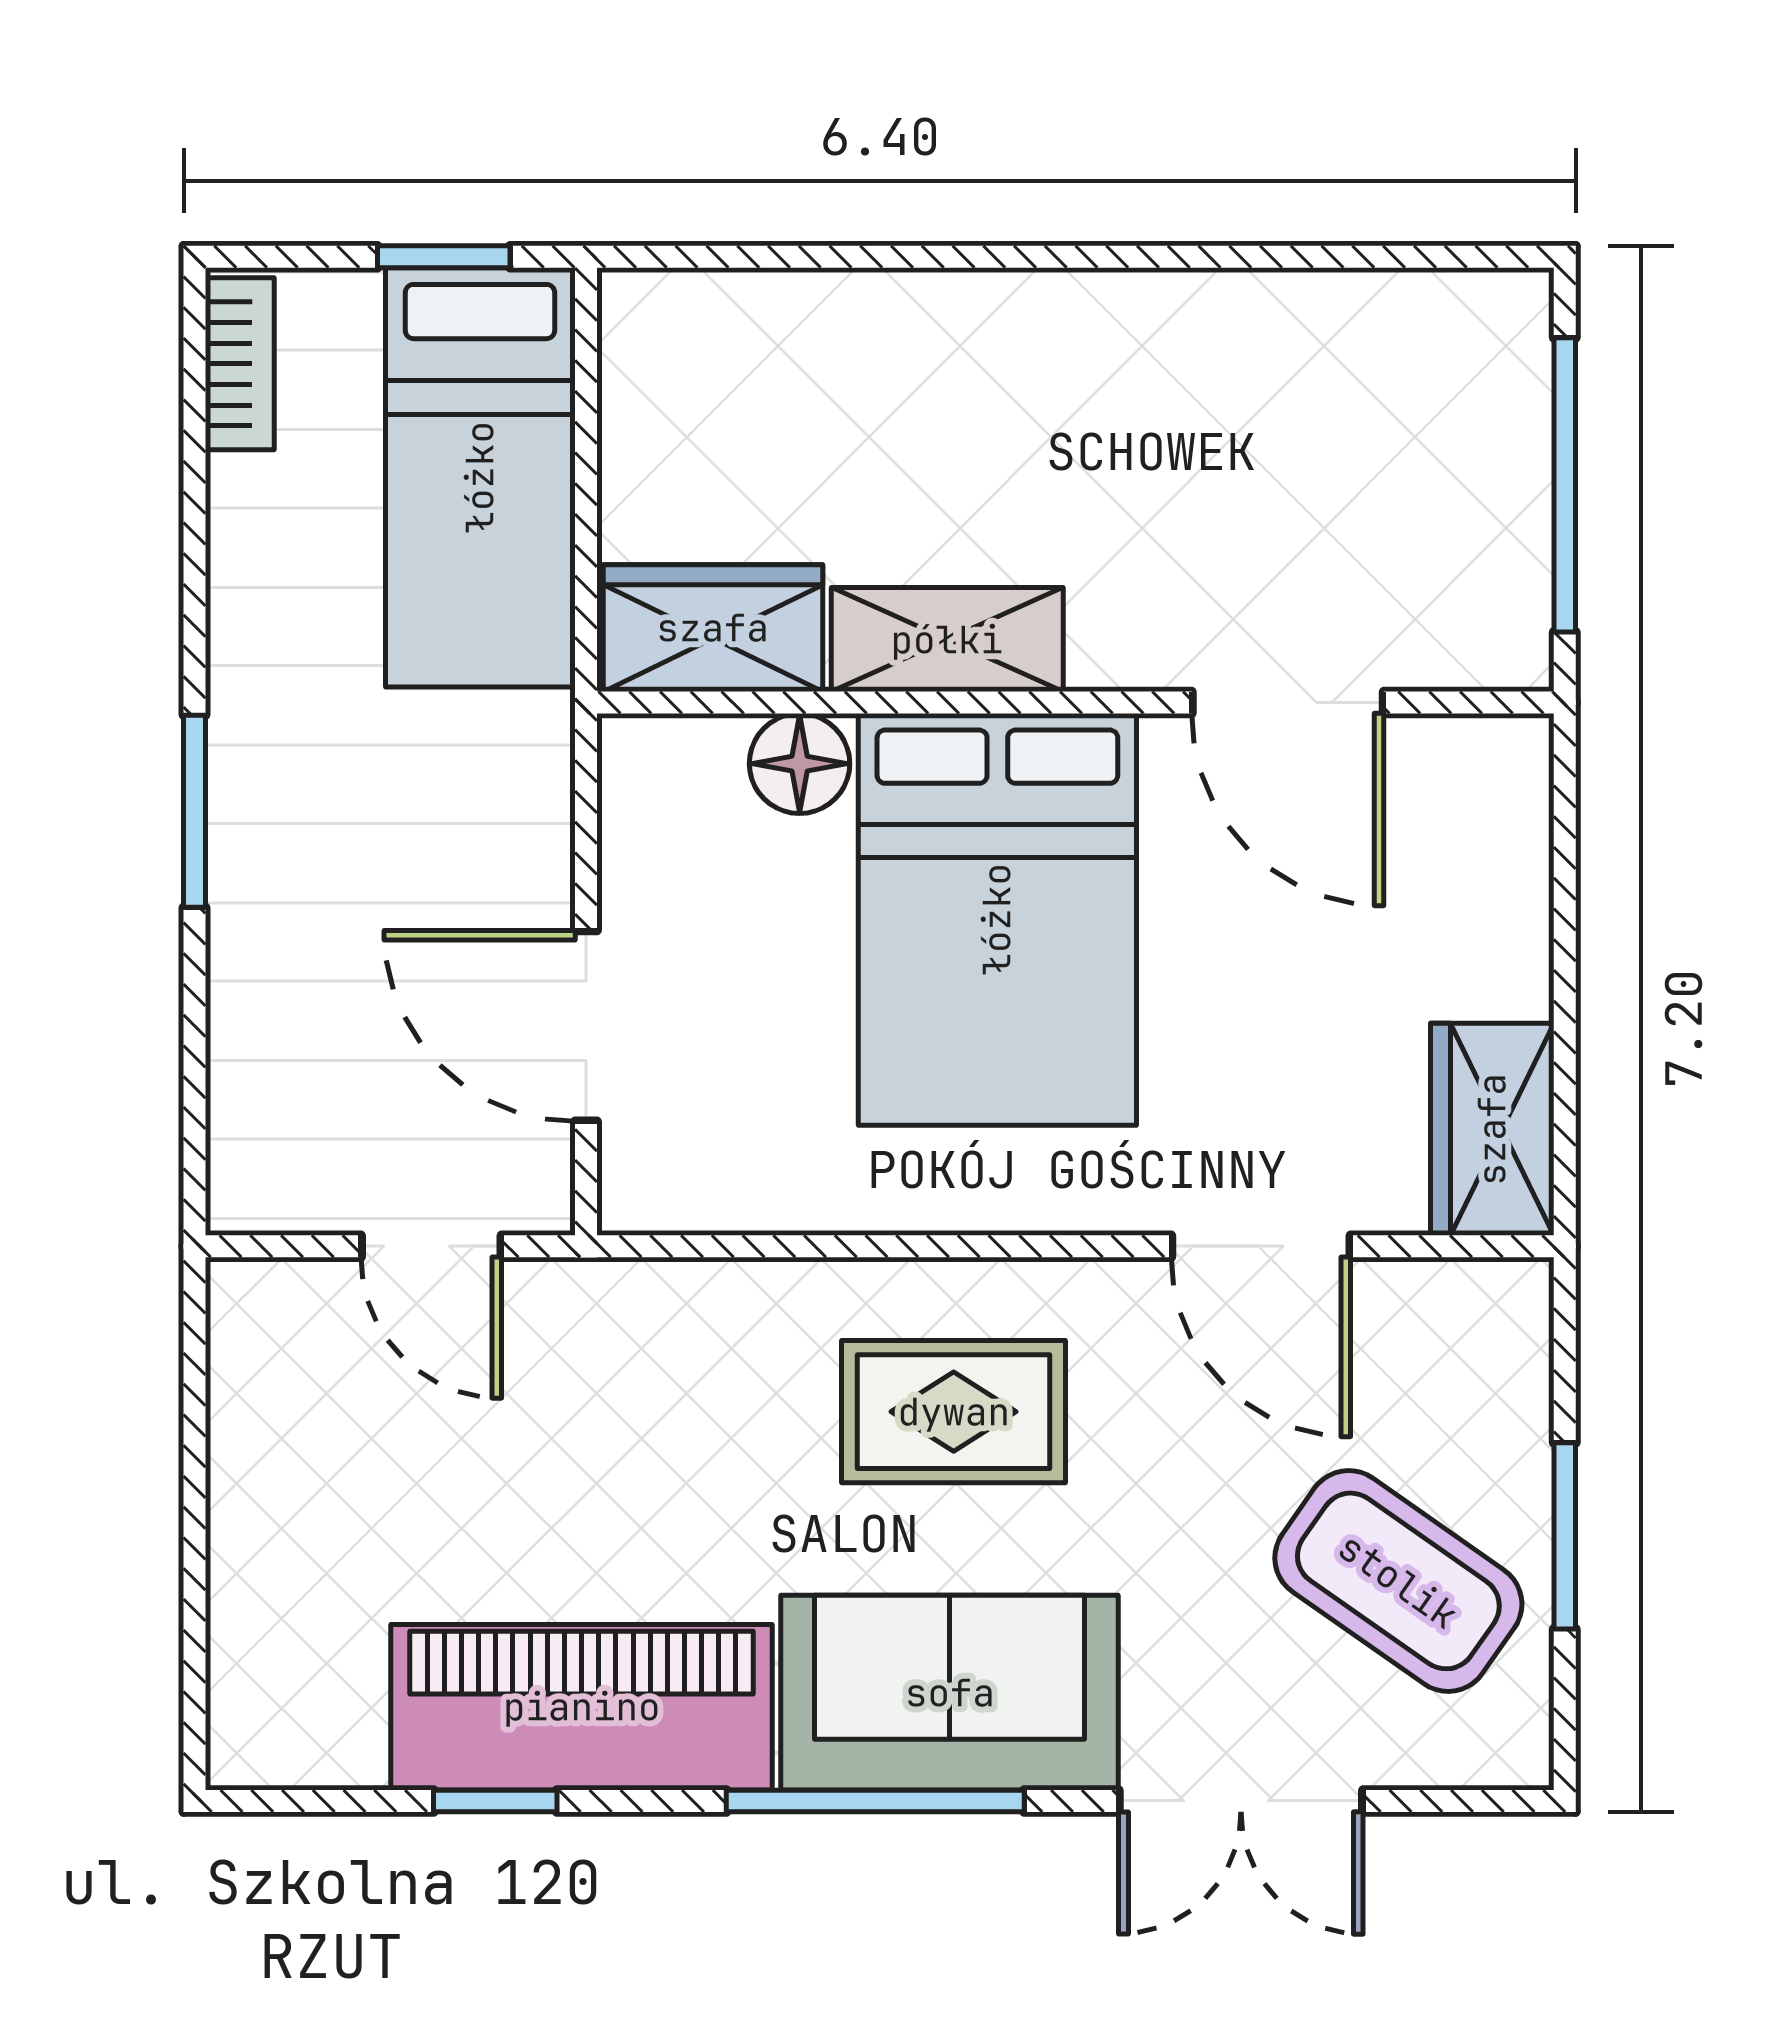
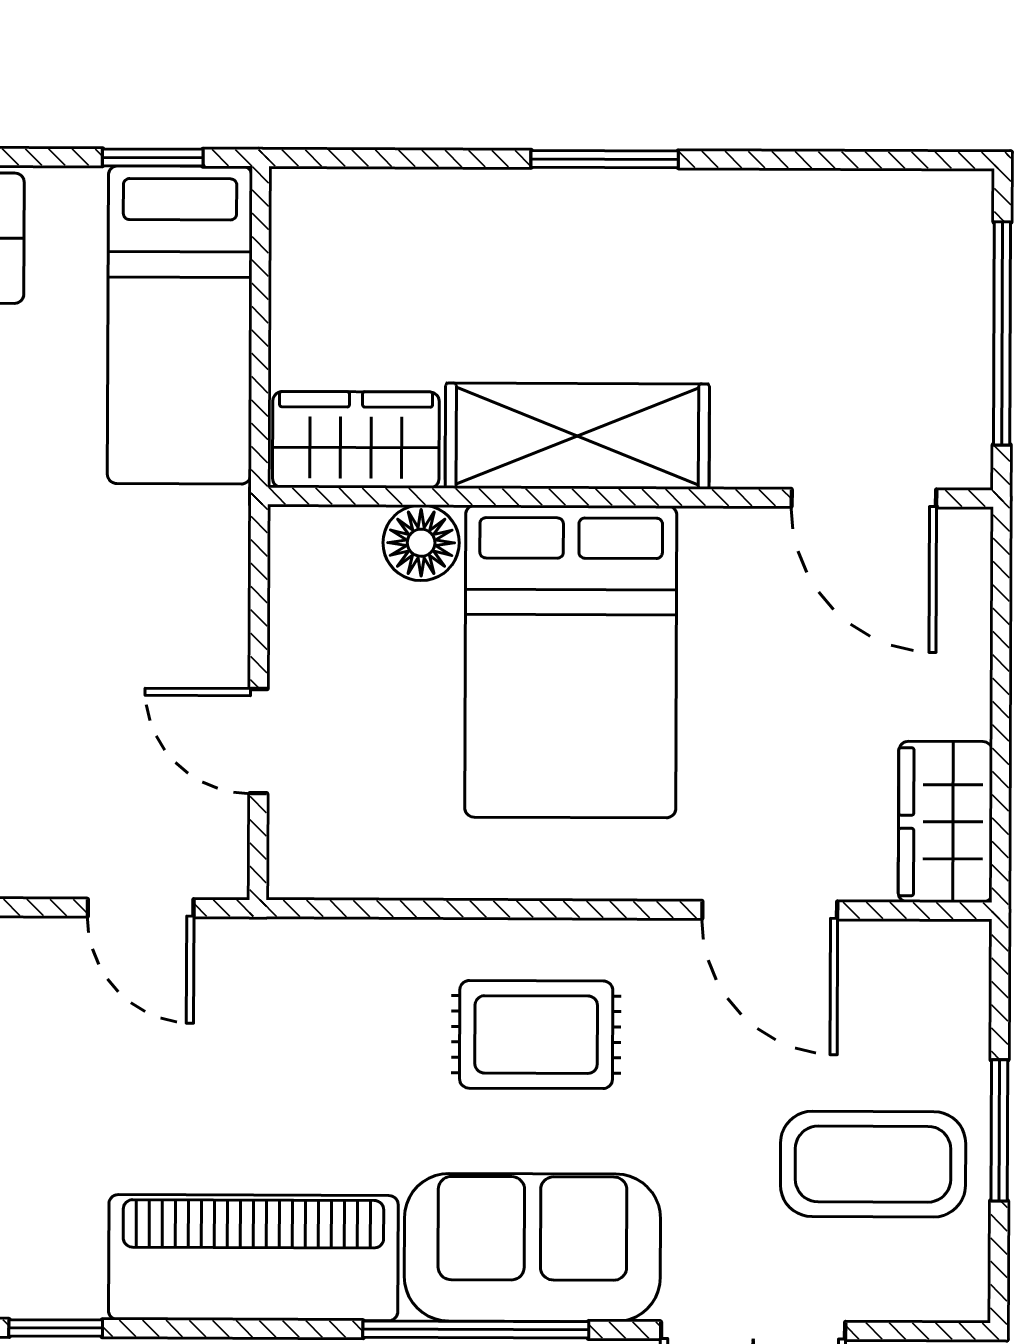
window: (1040, 257) -> (605, 159), added
shelving: (947, 640) -> (577, 436), width x1.50, depth x1.33
door: (1288, 703) -> (864, 498), moved
door: (586, 1026) -> (258, 741), width x0.73
coffee table: (1398, 1581) -> (873, 1164), turned -35
window: (495, 1801) -> (56, 1328), moved

